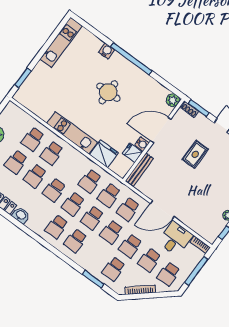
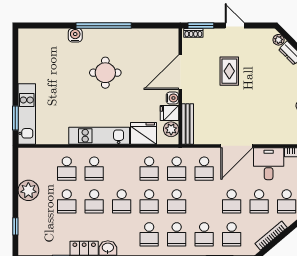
kitchen unit: (61, 42) -> (27, 114), moved
plant: (173, 100) -> (171, 129), moved
school desk: (111, 232) -> (204, 234), moved

